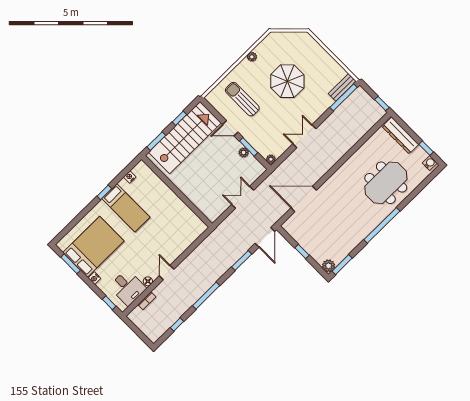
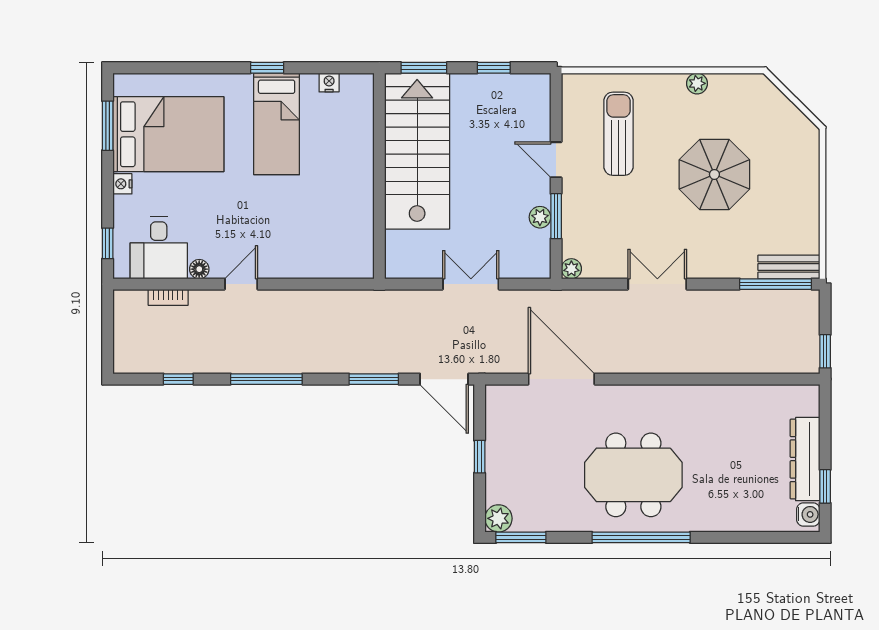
dresser: (400, 135) -> (805, 459), moved
stairs: (185, 138) -> (417, 151), moved, turned -90
meeting table: (386, 183) -> (633, 475), moved
door: (265, 237) -> (444, 379), hinge flipped

